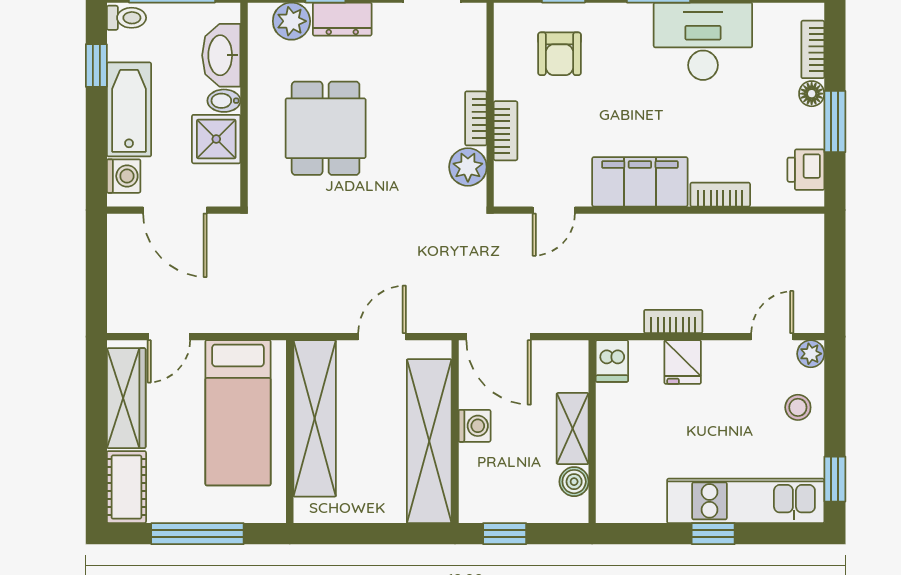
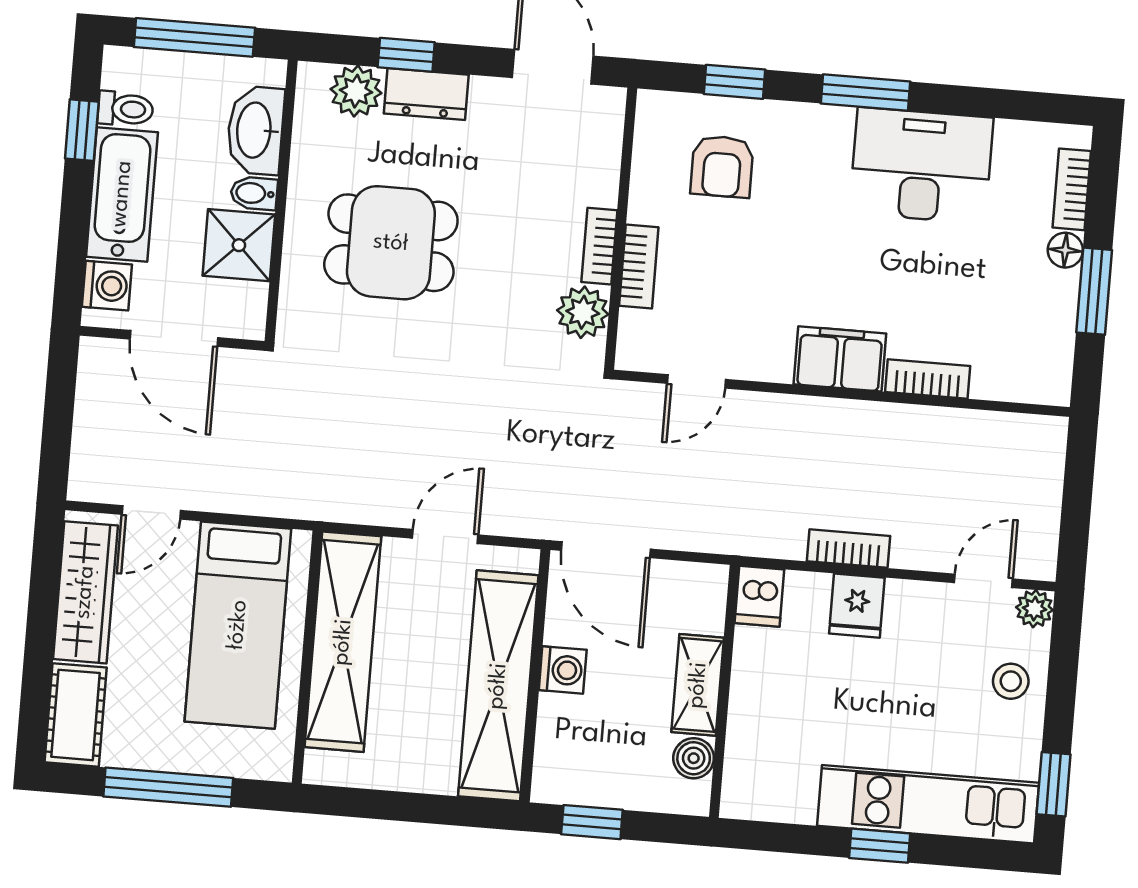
toilet: (126, 18) -> (125, 109), moved
dining table: (326, 128) -> (391, 243), turned 90
printer: (806, 170) -> (1049, 354), removed
filing cabinet: (640, 182) -> (840, 359), width x0.67, depth x0.86

